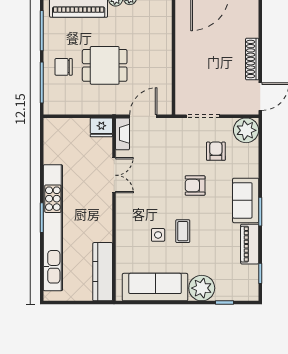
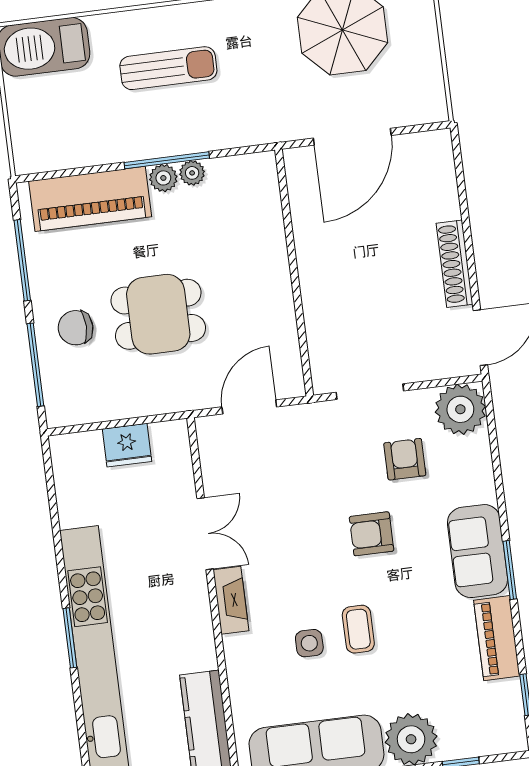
fridge: (101, 127) -> (127, 445), moved
fireplace: (122, 134) -> (231, 600), moved

